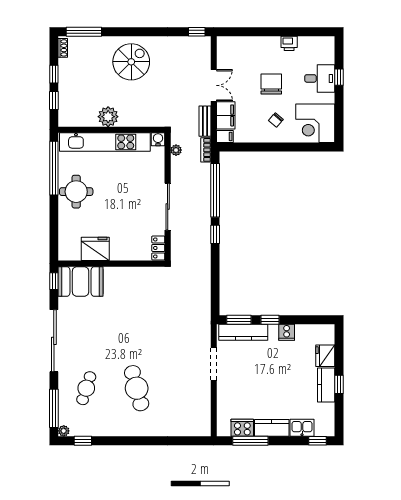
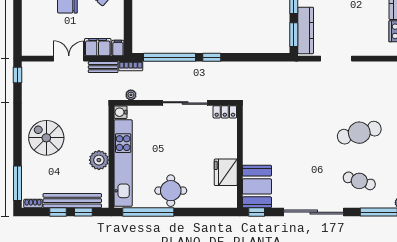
bench: (66, 89) -> (72, 201), added

